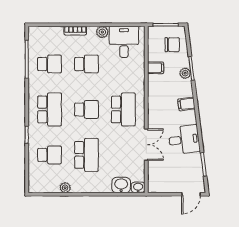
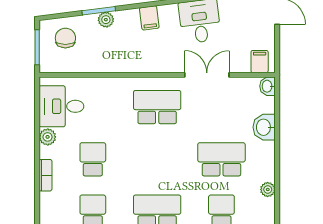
filing cabinet: (156, 68) -> (260, 62), moved
school desk: (86, 109) -> (157, 159), removed
washbasin: (121, 185) -> (264, 127), moved

